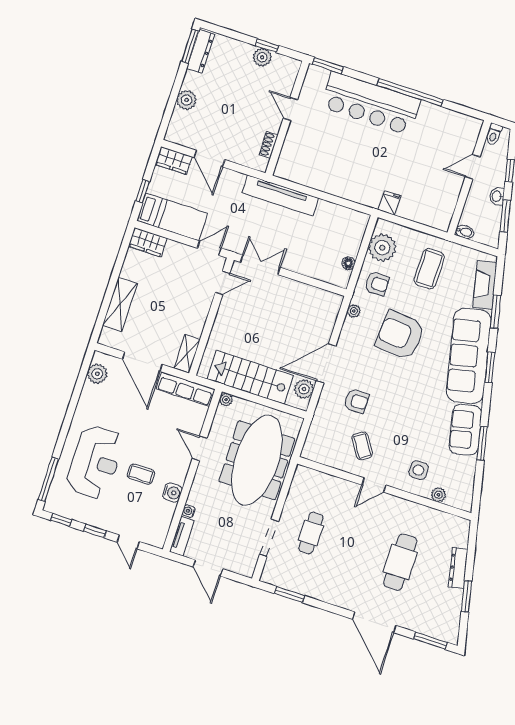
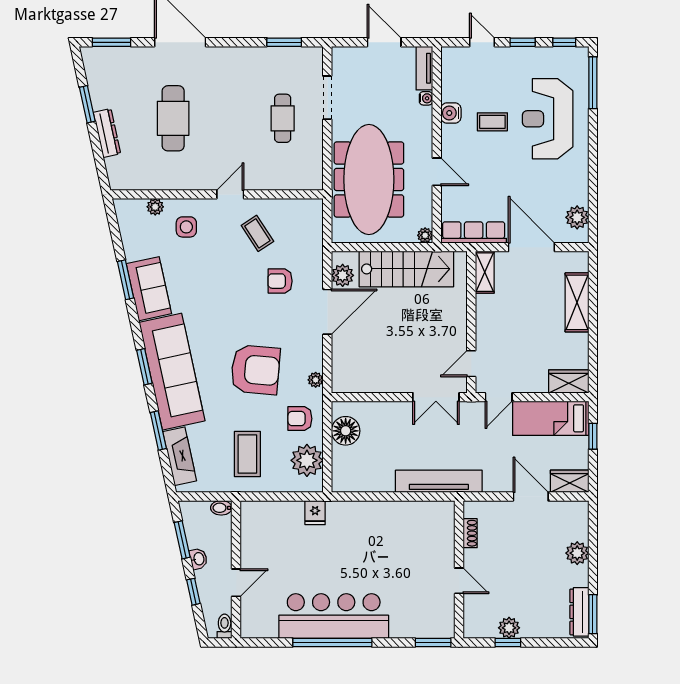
bar counter: (371, 103) -> (334, 616), moved
floor lamp: (348, 263) -> (346, 431), width x1.89, depth x1.89

